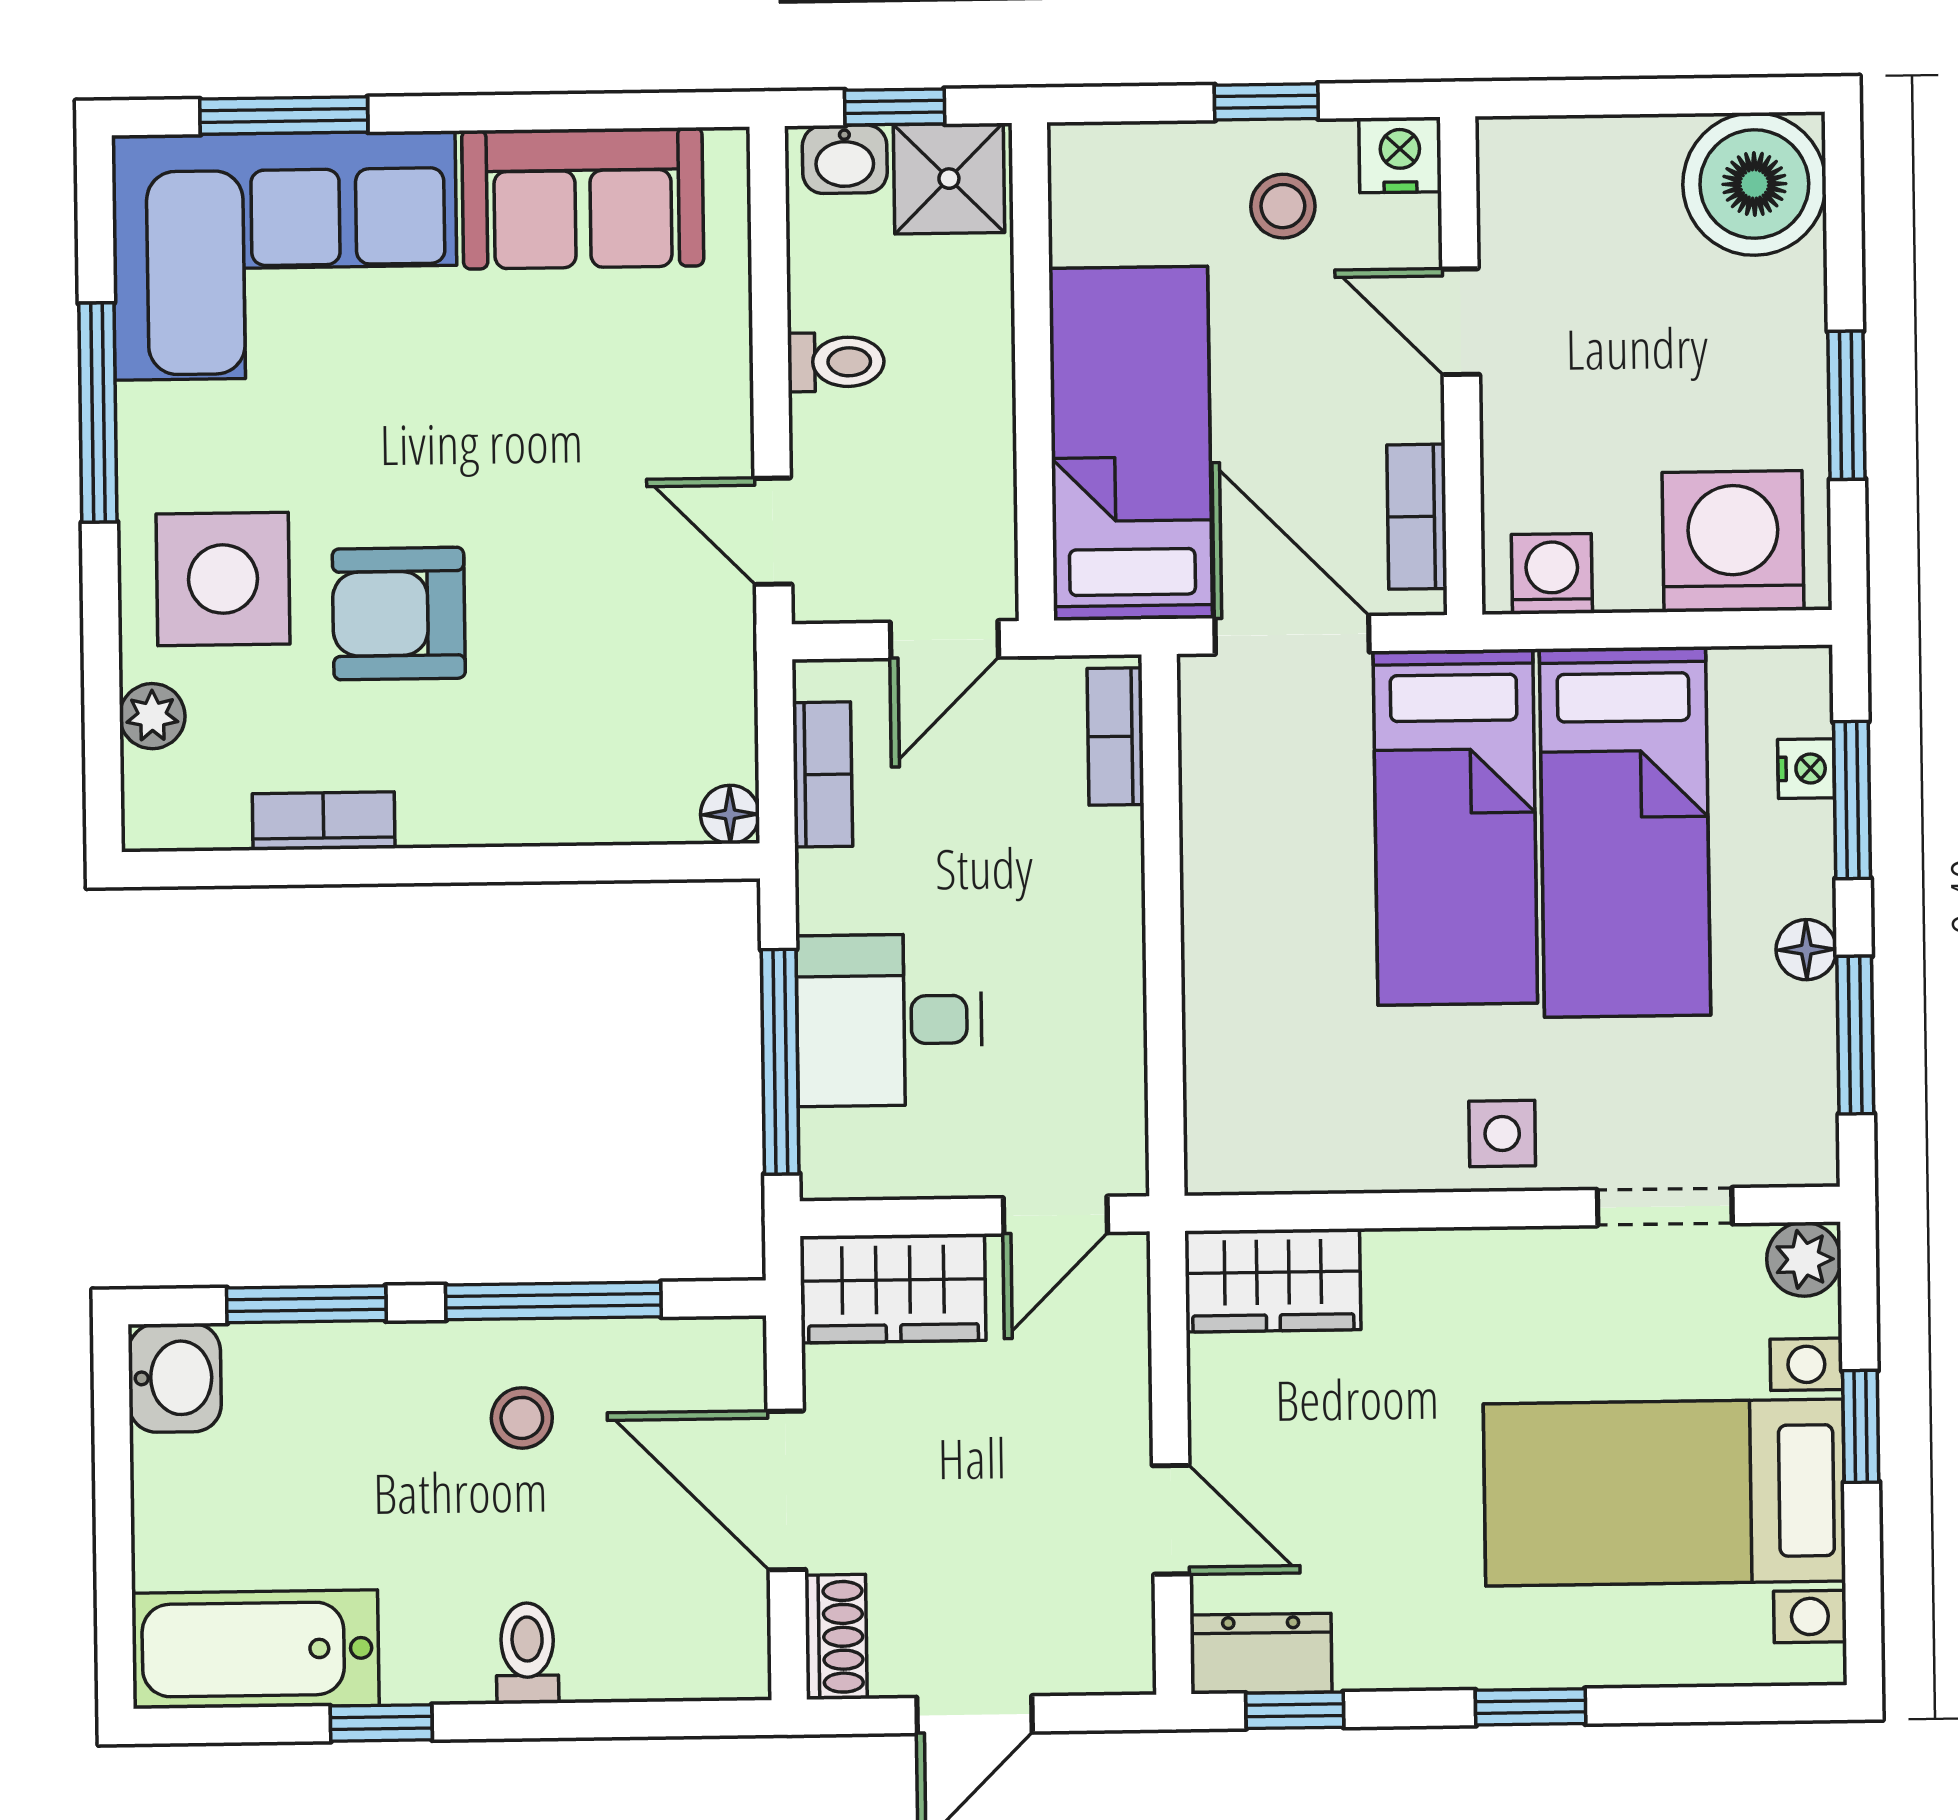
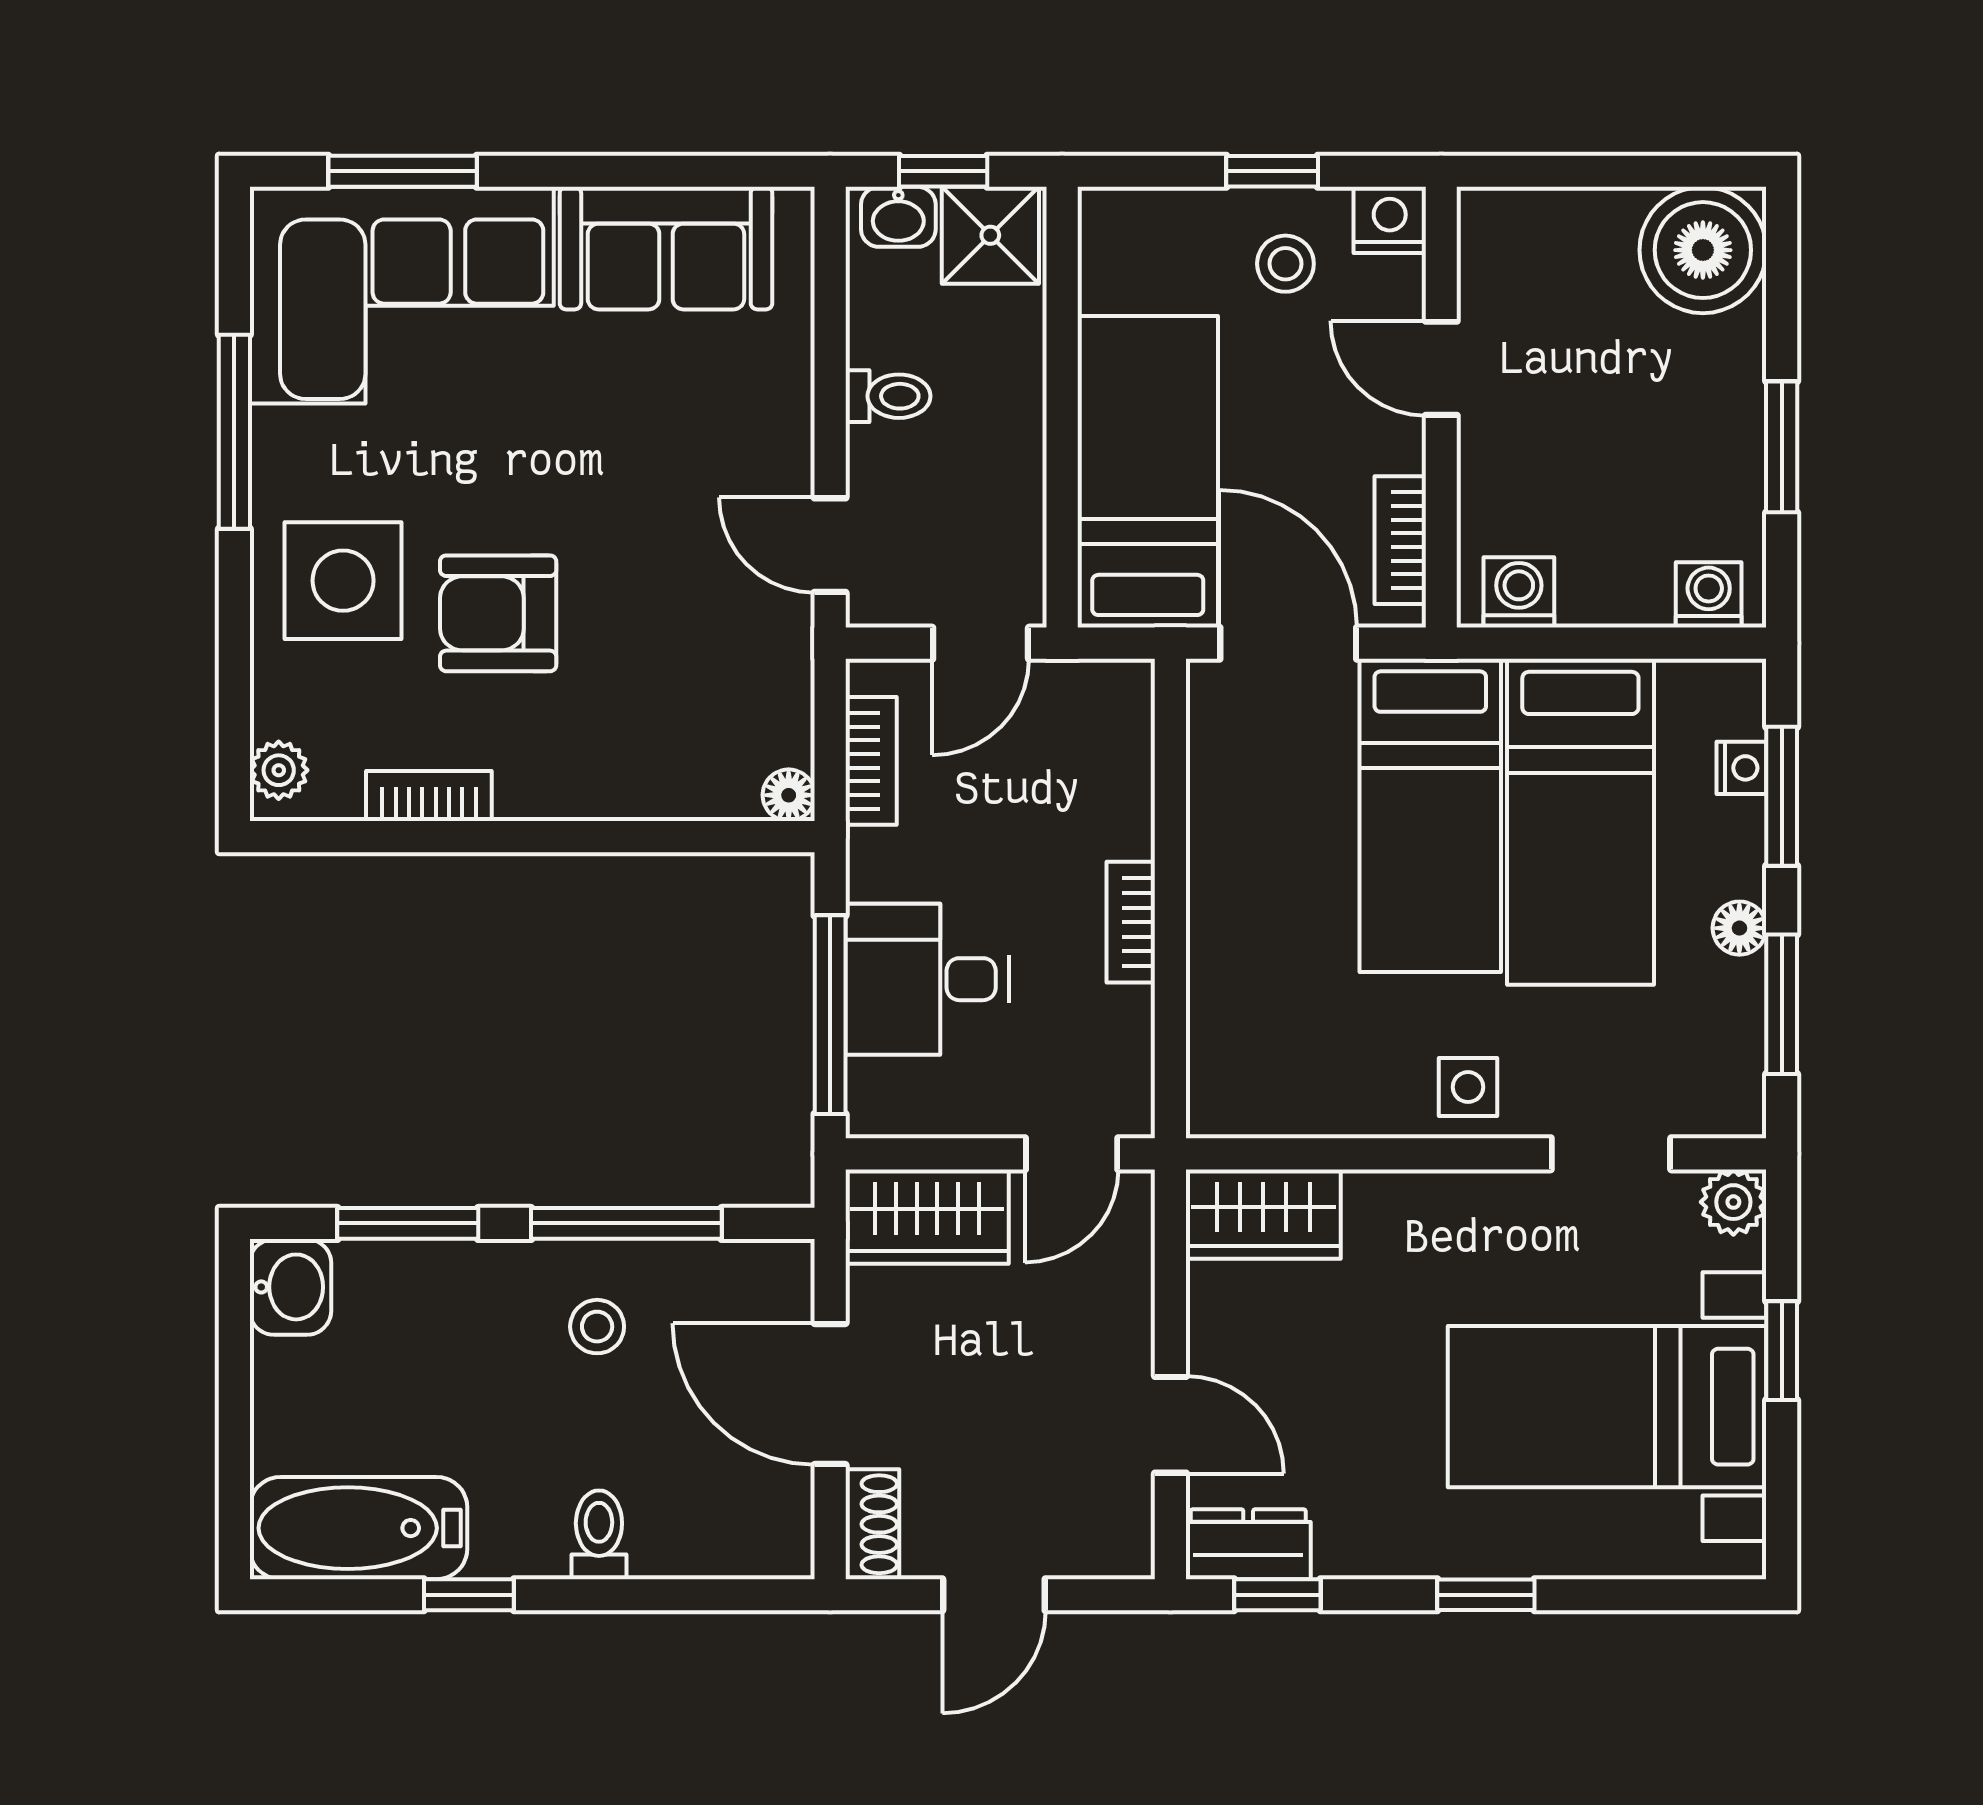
washing machine: (1733, 541) -> (1709, 595), width x0.53, depth x0.53
plant: (152, 716) -> (279, 770), moved
bookcase: (1116, 737) -> (1131, 922), moved

